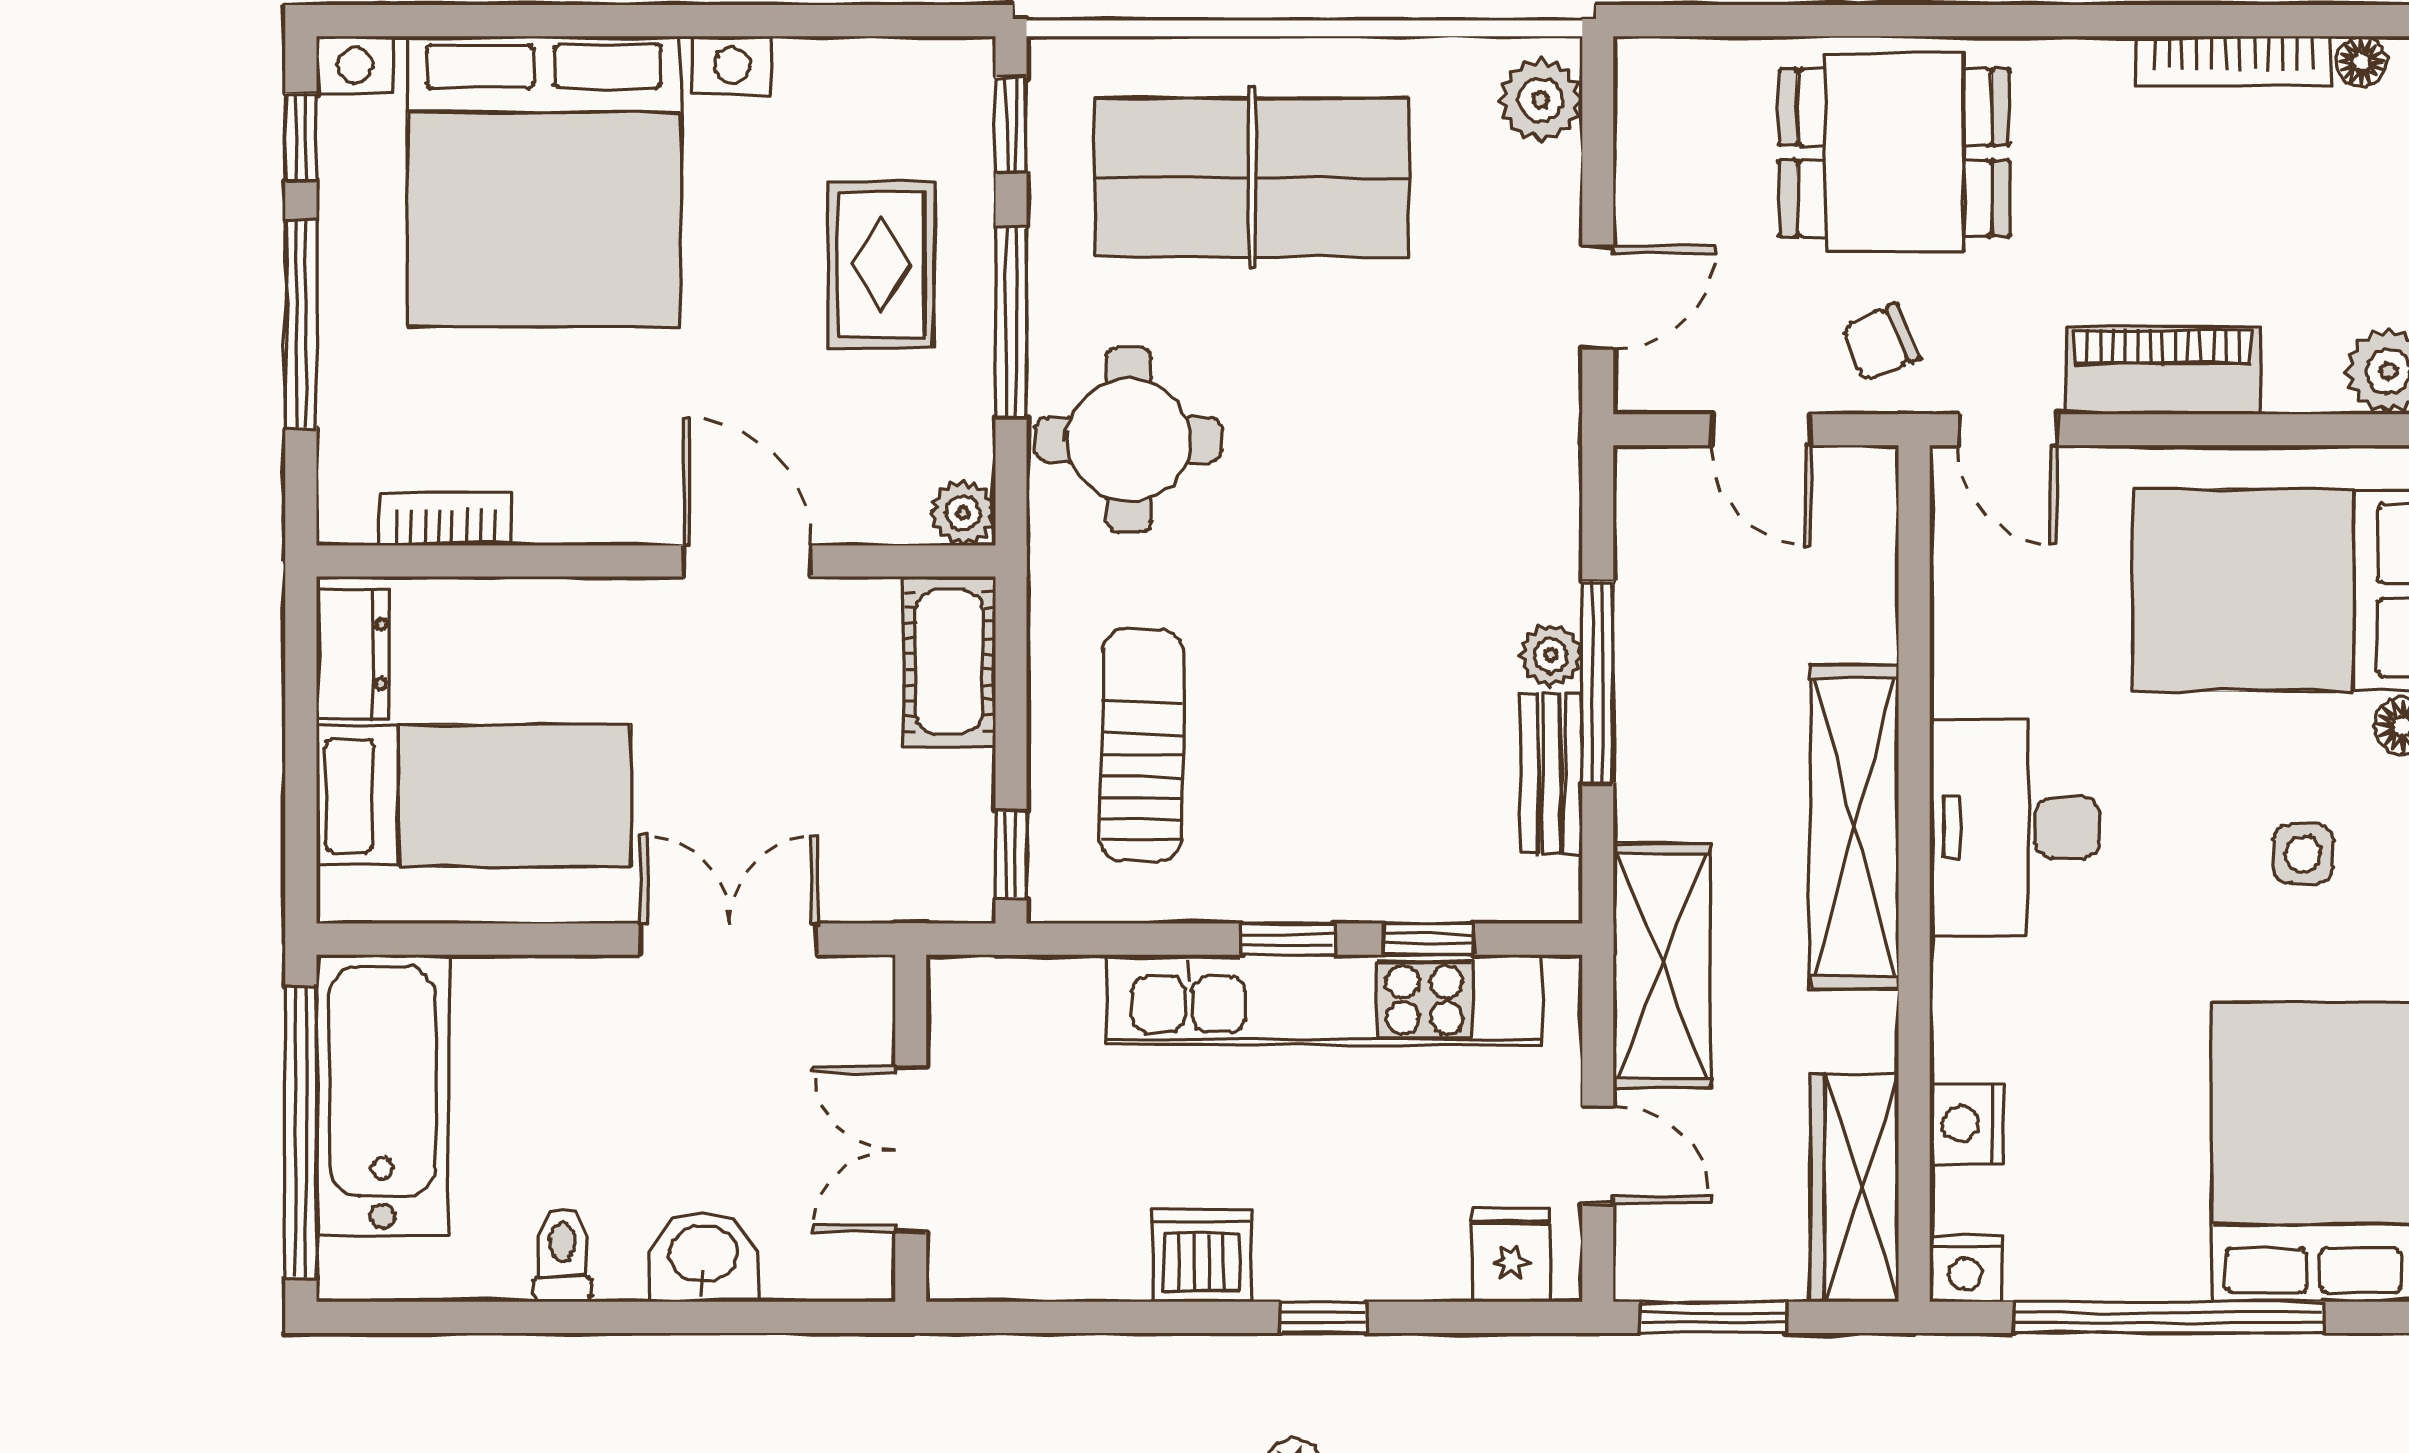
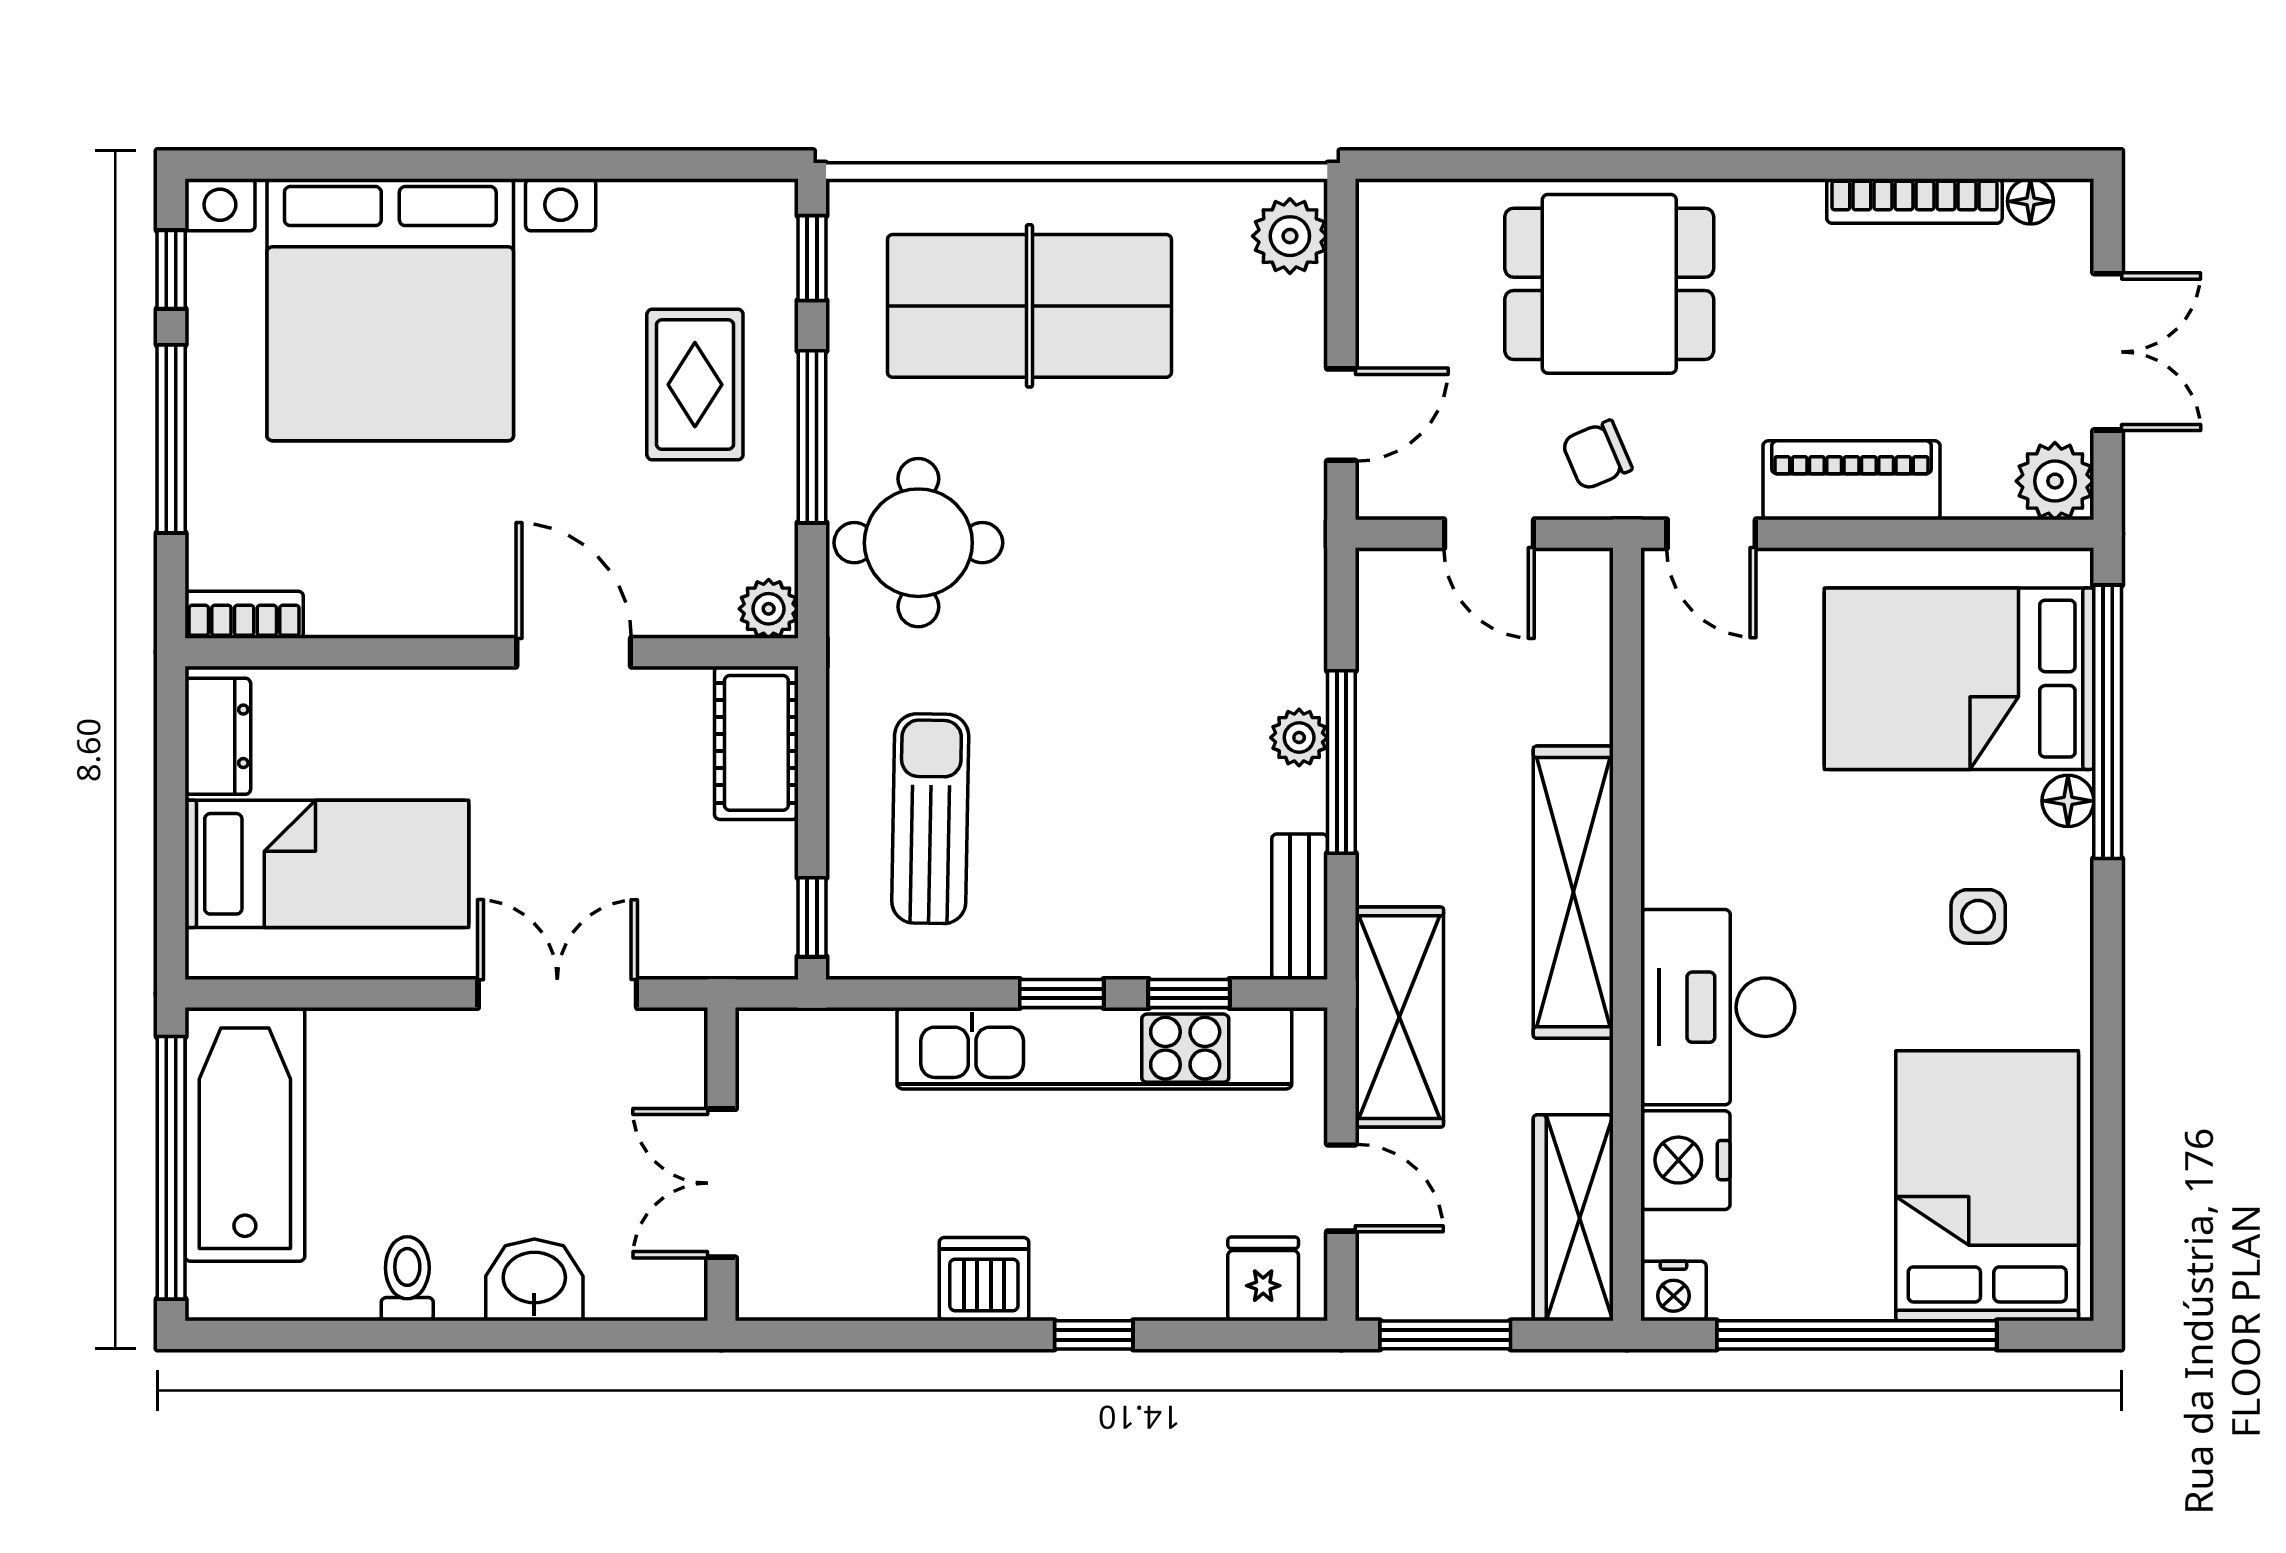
bookcase: (446, 519) -> (244, 615), moved
bench: (1551, 774) -> (1300, 907), moved
desk: (2015, 828) -> (1718, 1007), moved
nightstand: (1967, 1124) -> (1685, 1160), width x1.36, depth x1.33

